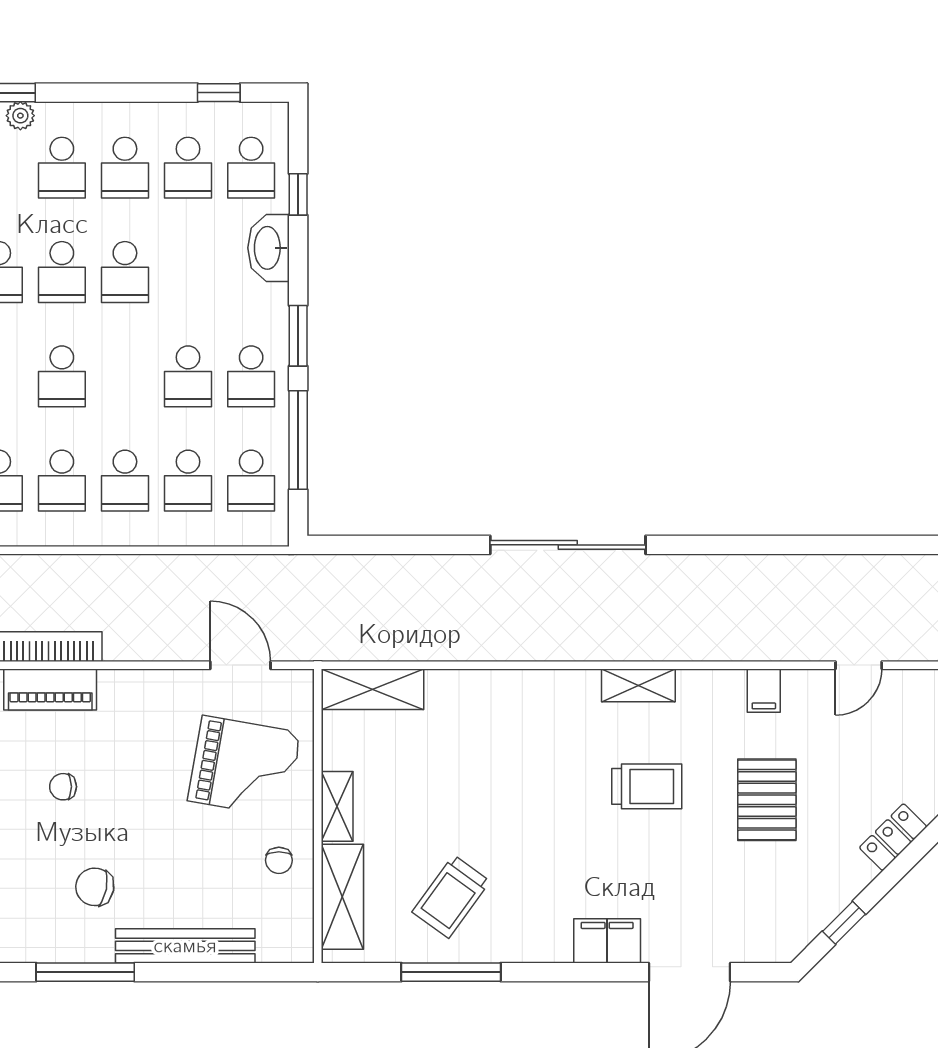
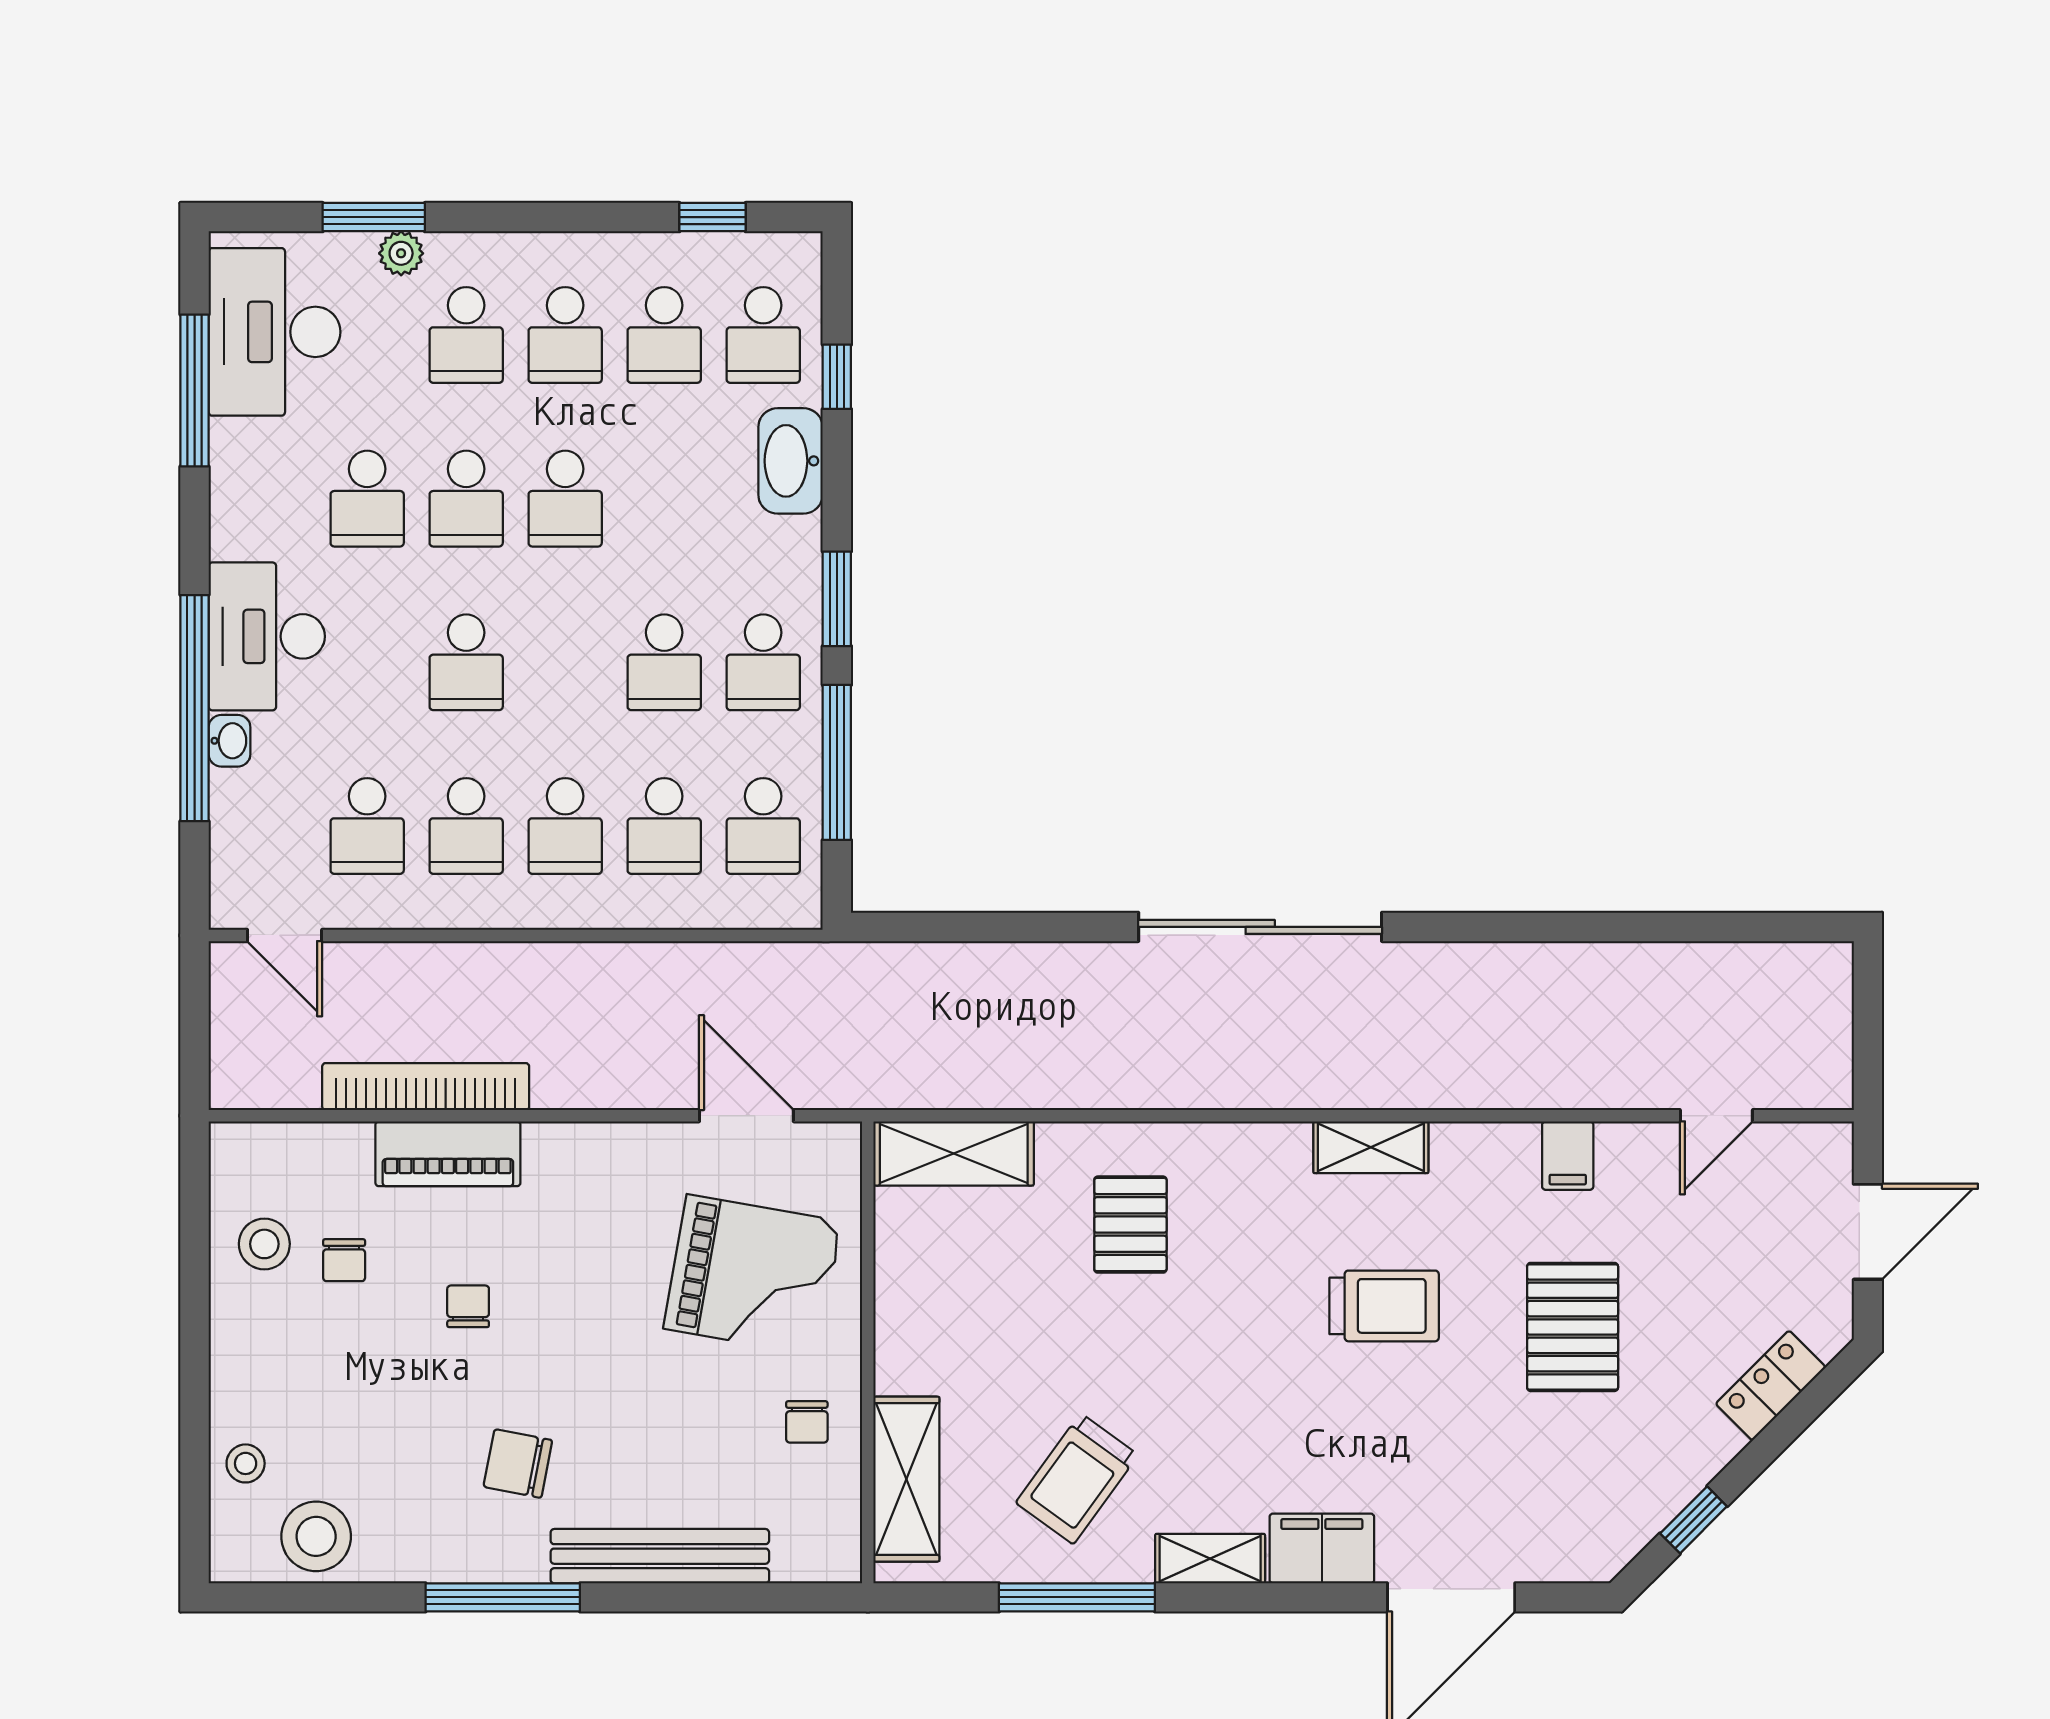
pallet: (485, 735) -> (1130, 1225), added
chair: (63, 787) -> (468, 1306), turned 90
shelving: (337, 806) -> (1210, 1559), moved, turned 90

